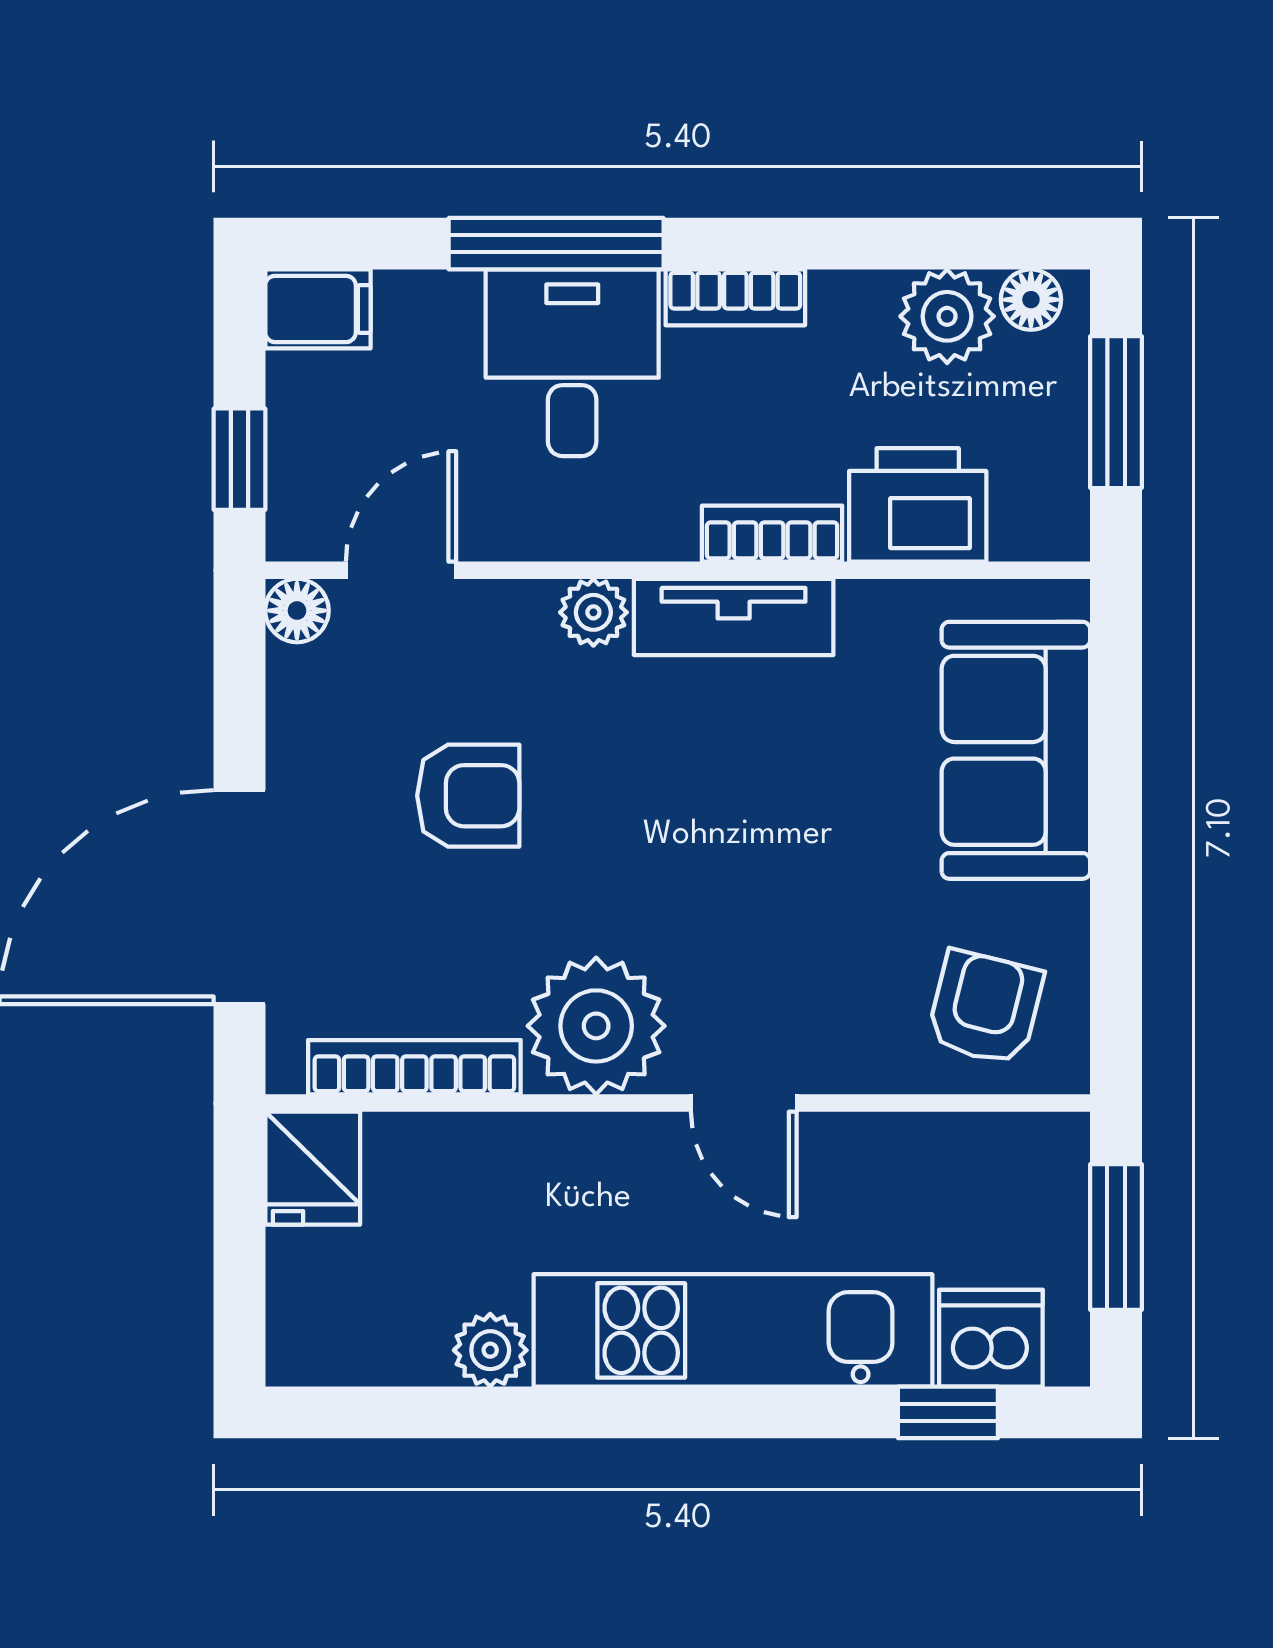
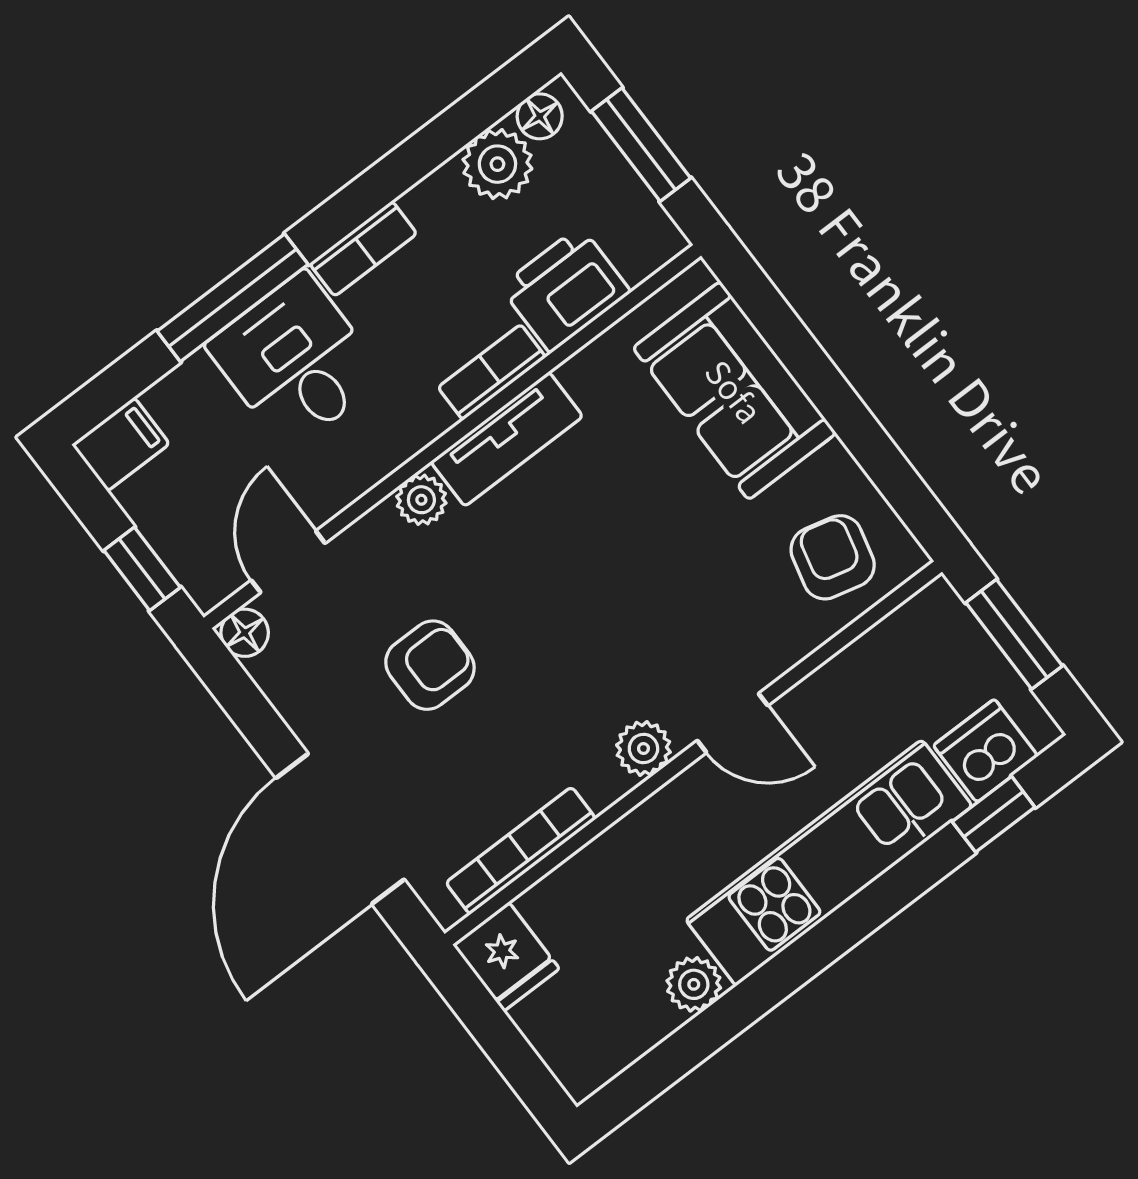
plant: (596, 1026) -> (643, 749), width x0.53, depth x0.53

